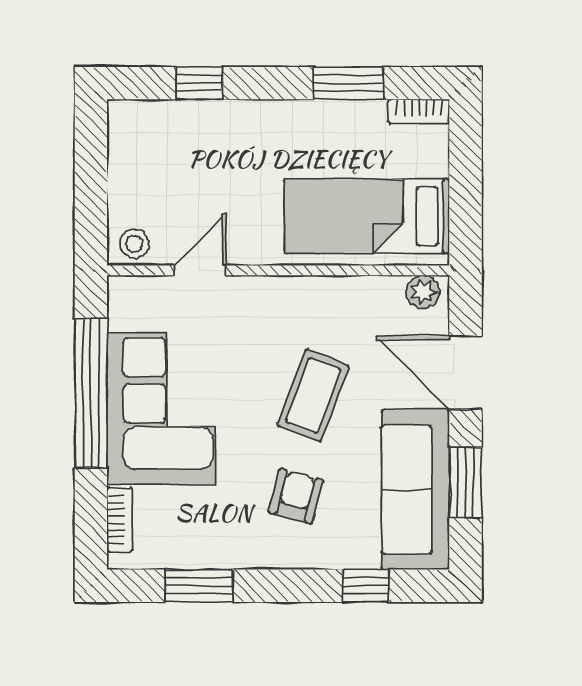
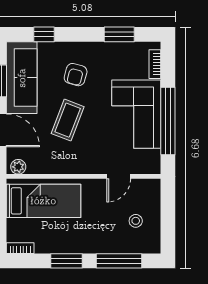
window: (199, 83) -> (119, 261), width x2.17
window: (348, 83) -> (67, 261), moved
stool: (134, 244) -> (136, 221), moved

